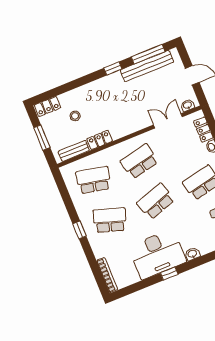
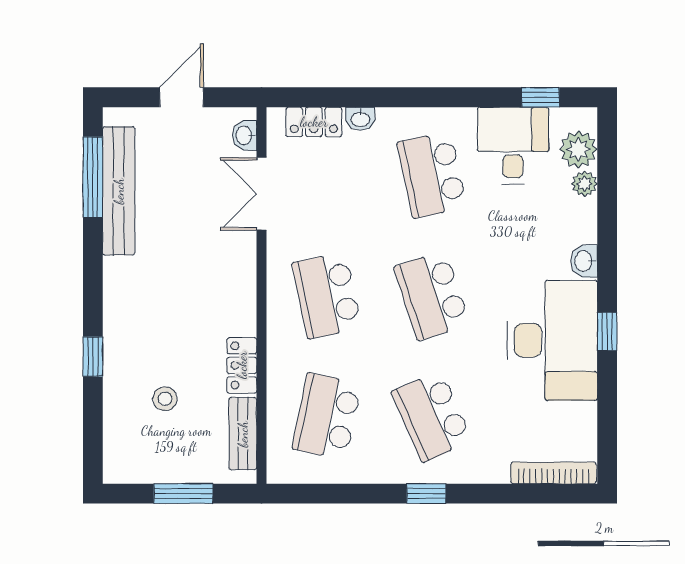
window: (113, 69) -> (93, 357), moved
locker: (47, 106) -> (118, 452), removed
school desk: (110, 220) -> (432, 416), turned -42

